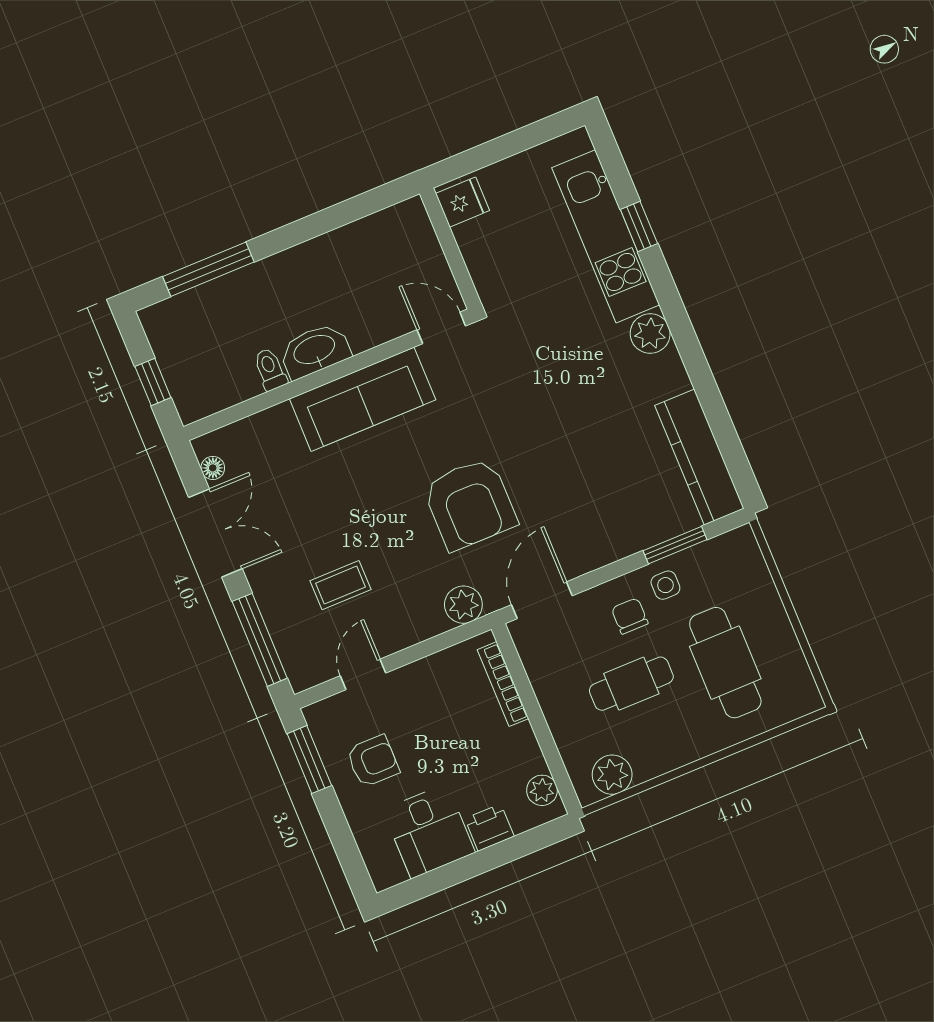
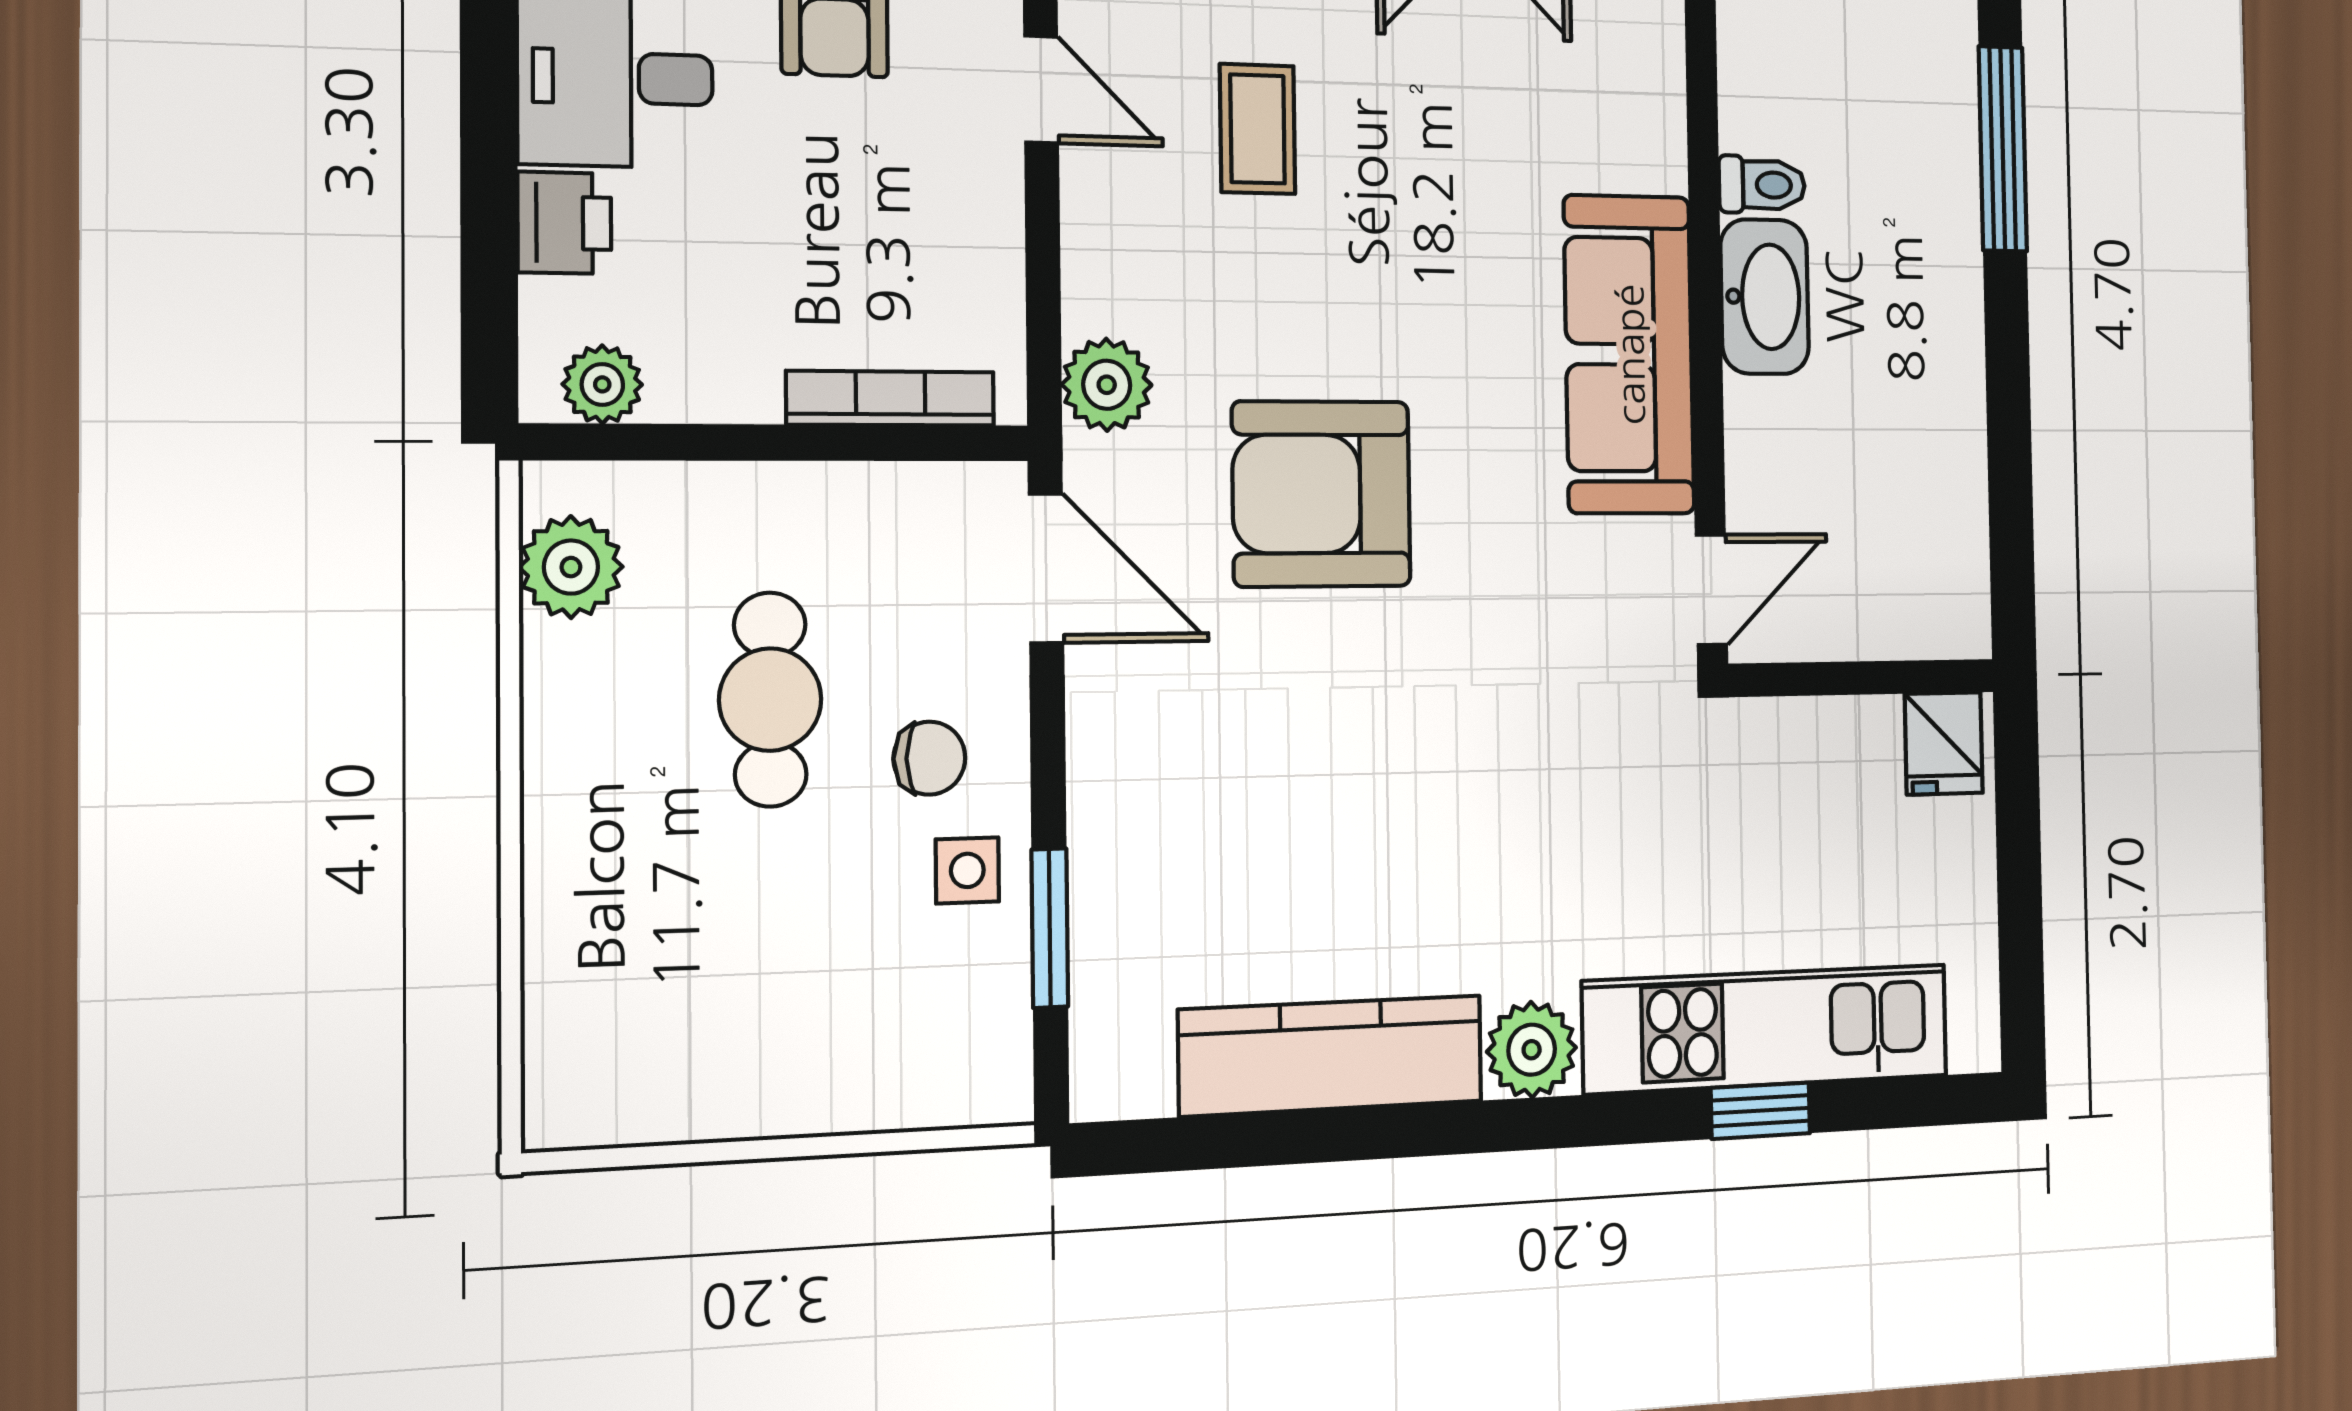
kitchen counter: (699, 457) -> (1331, 1056), moved
cafe table: (725, 663) -> (729, 944), removed

